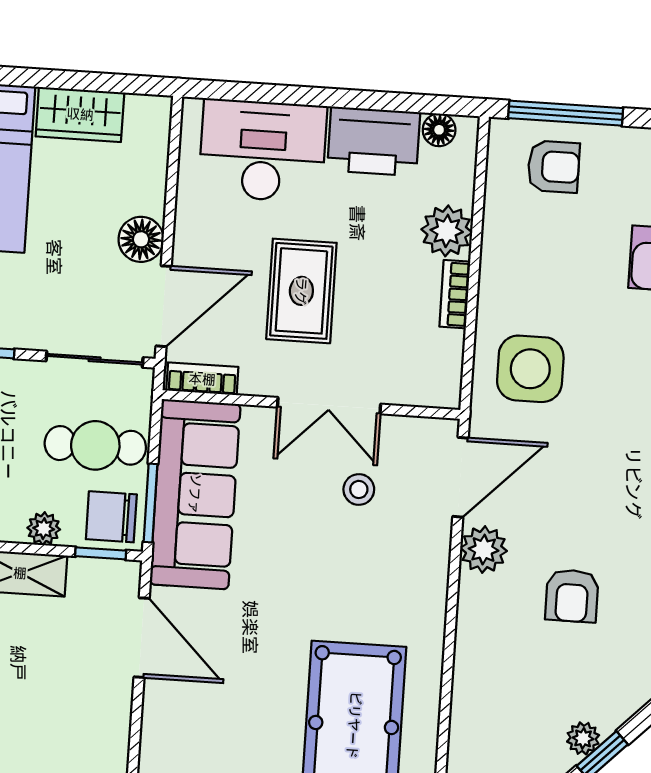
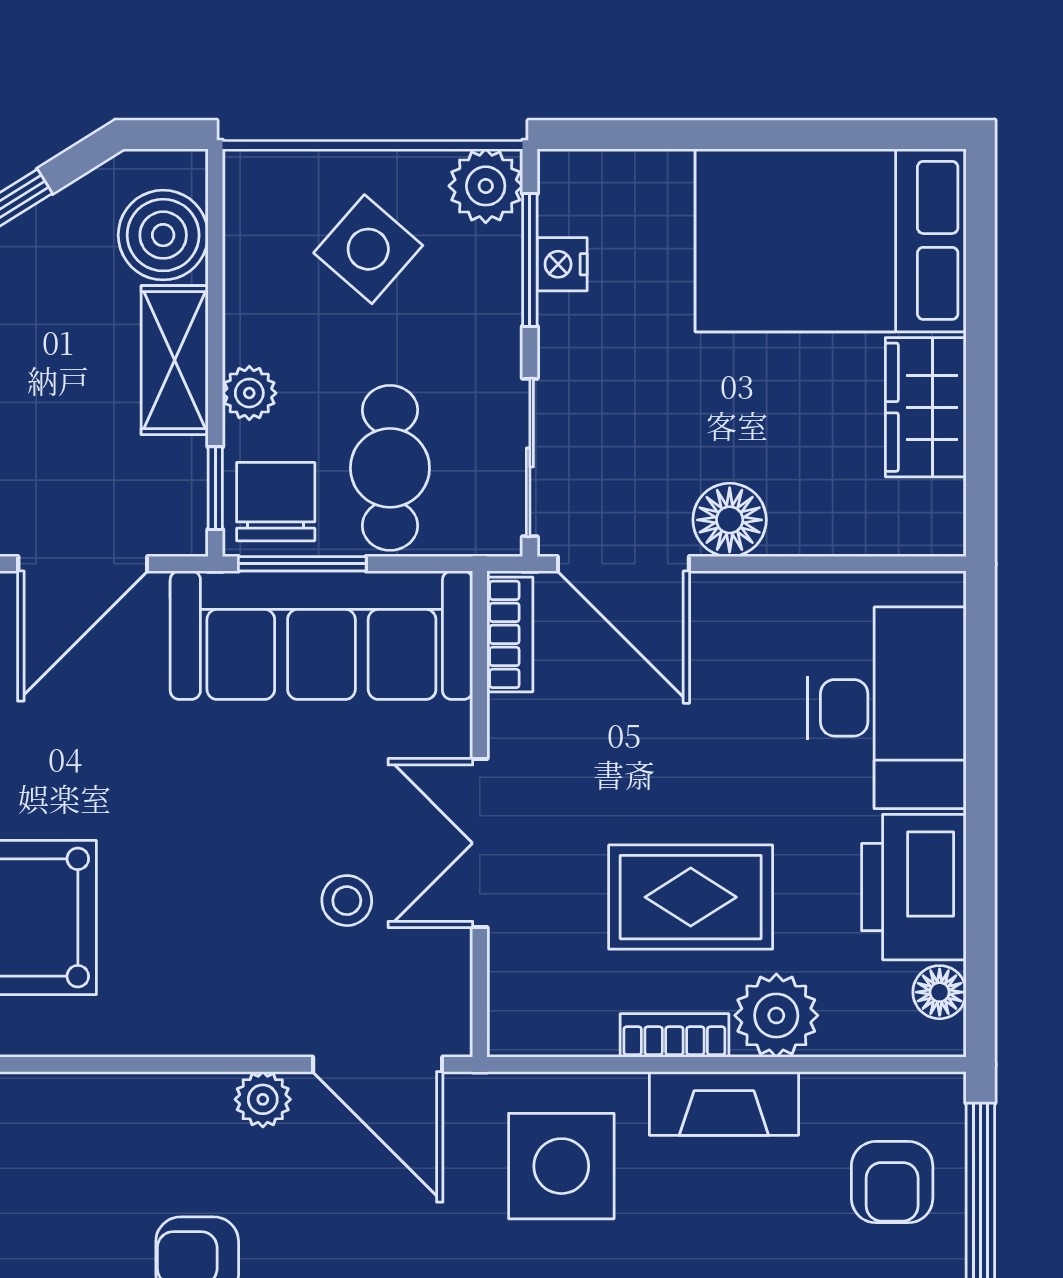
fireplace: (499, 267) -> (724, 1103), added
rug: (301, 291) -> (691, 897), moved
plant: (484, 550) -> (263, 1099), width x0.73, depth x0.73

